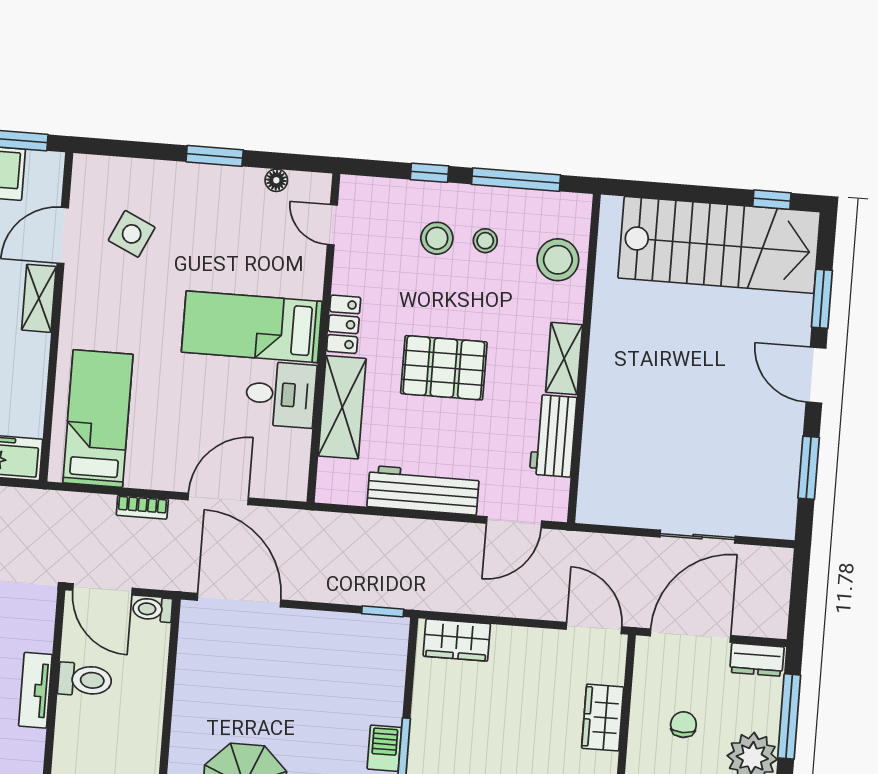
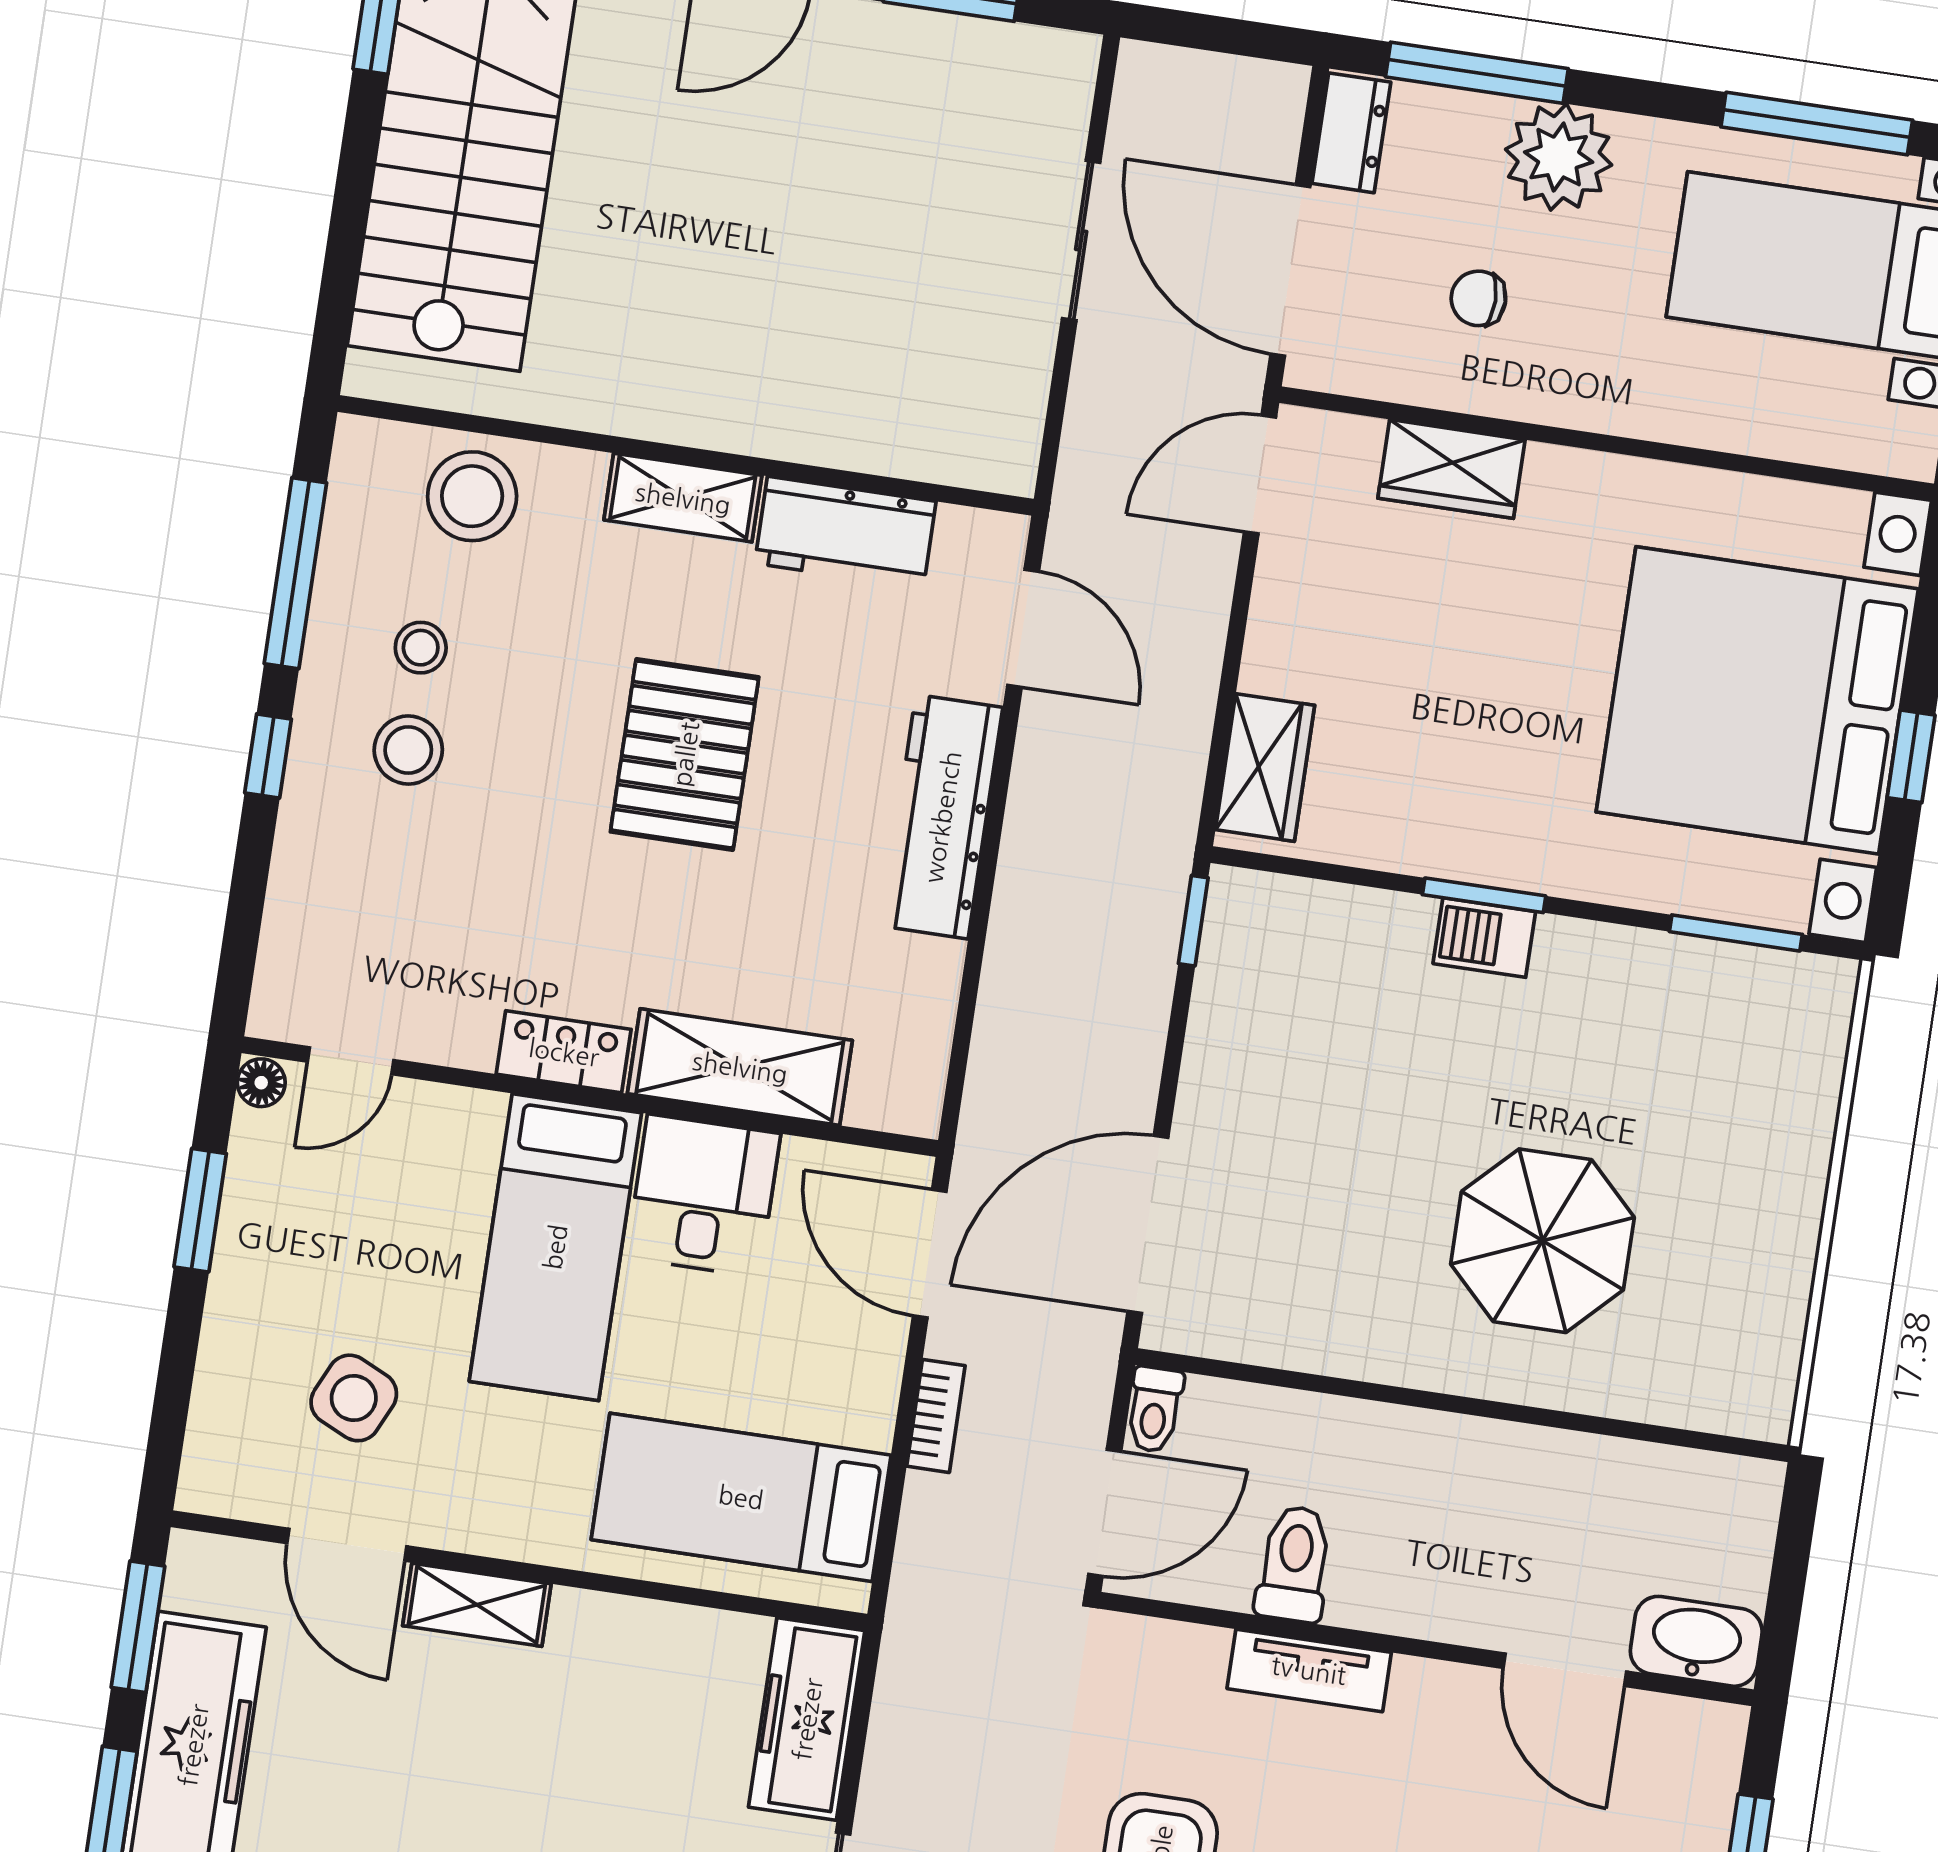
door: (332, 225) -> (351, 1061), moved
locker: (344, 324) -> (564, 1052), moved
bed: (252, 327) -> (555, 1247), moved
wall: (323, 338) -> (590, 1097), moved
desk: (281, 394) -> (703, 1196), moved
shelving: (342, 407) -> (740, 1067), moved

